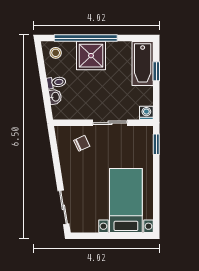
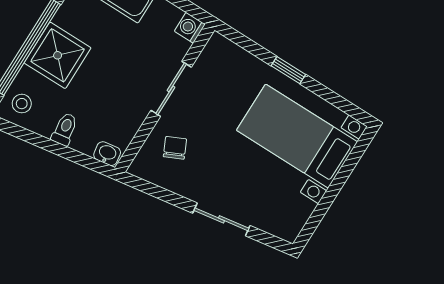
washbasin: (55, 97) -> (107, 154), moved
window: (156, 144) -> (288, 70), moved
sliding door: (63, 207) -> (221, 219), moved

